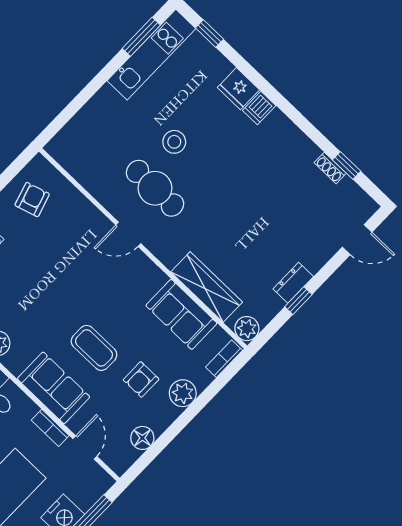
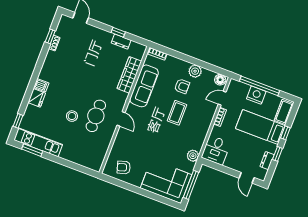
dresser: (293, 283) -> (121, 42), moved
sofa: (181, 314) -> (144, 86), width x1.36
plant: (247, 329) -> (140, 50), removed
sofa: (54, 388) -> (202, 123), removed
plant: (183, 393) -> (195, 71), moved
floor lamp: (142, 438) -> (220, 80), moved

